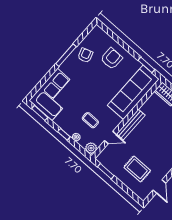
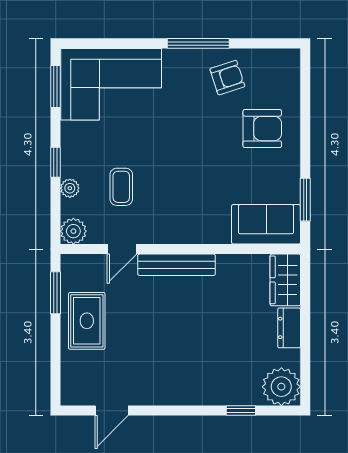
sofa: (133, 92) -> (266, 224), width x0.54, depth x0.79
door: (110, 138) -> (122, 249), hinge flipped
rug: (137, 169) -> (87, 321), moved

